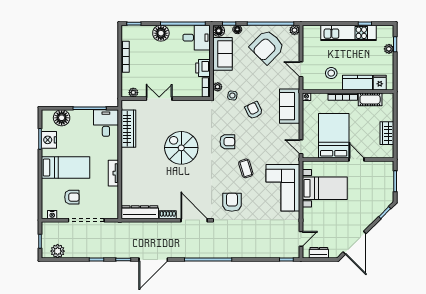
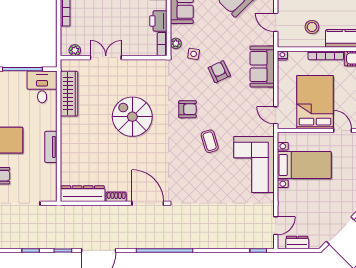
armchair: (232, 202) -> (193, 182), removed

